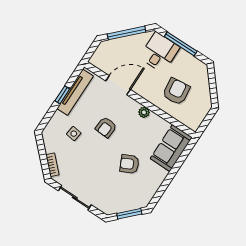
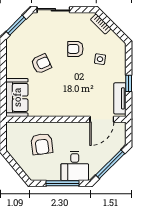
door: (118, 85) -> (102, 119), moved
tv unit: (75, 92) -> (120, 98), width x0.71
plant: (144, 112) -> (56, 111), removed
armchair: (106, 127) -> (75, 49), moved, turned -94
sliding door: (75, 198) -> (53, 10), moved

